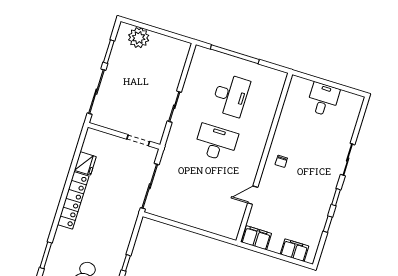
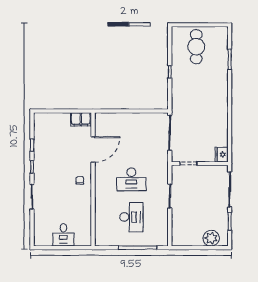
desk: (231, 95) -> (131, 217), turned 180
fridge: (85, 163) -> (222, 155), moved
door: (253, 195) -> (93, 149), width x1.88
locker: (73, 200) -> (222, 105), removed
filing cabinet: (294, 250) -> (50, 119), removed

